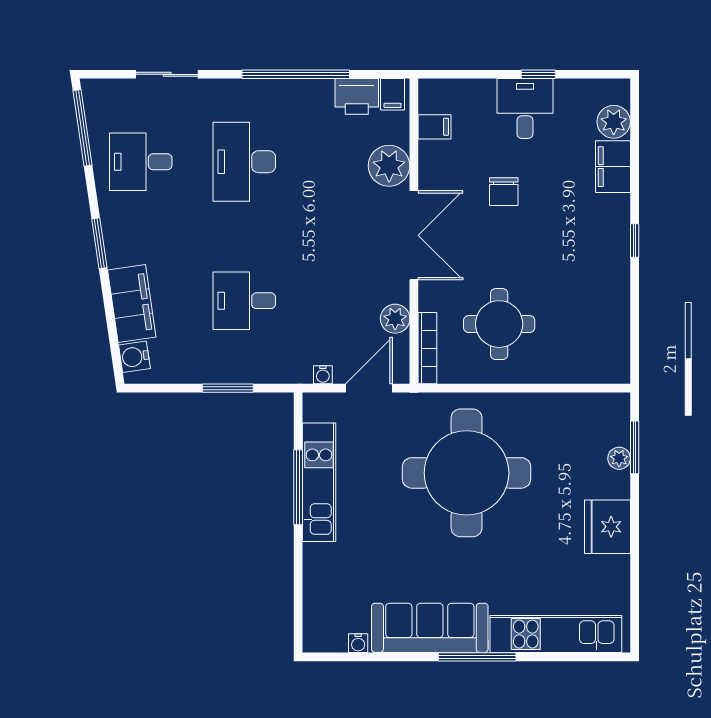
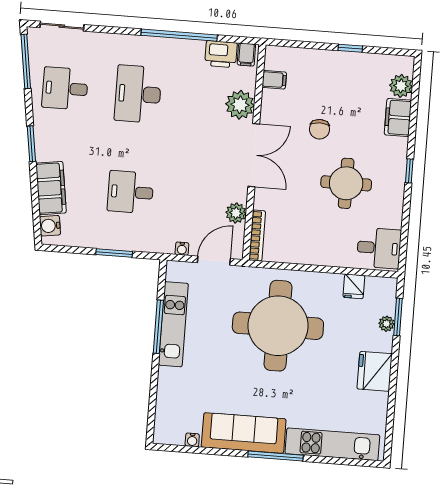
sliding door: (167, 74) -> (62, 26), moved
desk: (525, 108) -> (379, 248), moved, turned 90
round table: (499, 324) -> (346, 183), moved
fridge: (569, 409) -> (354, 286), added

